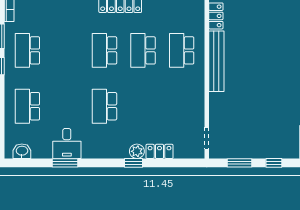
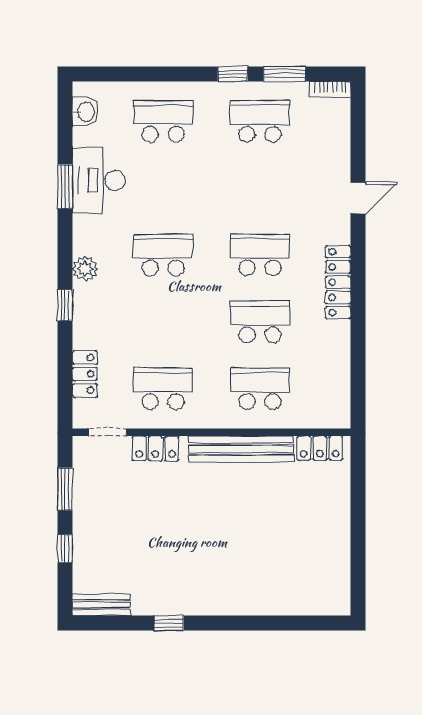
school desk: (182, 106) -> (163, 389), added
locker: (216, 111) -> (155, 448), added
desk: (67, 143) -> (99, 181), width x1.37
plant: (137, 151) -> (85, 269), moved
locker: (159, 151) -> (85, 374), moved

